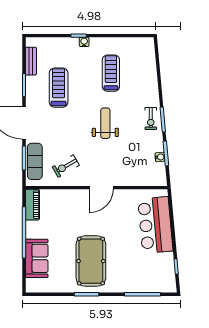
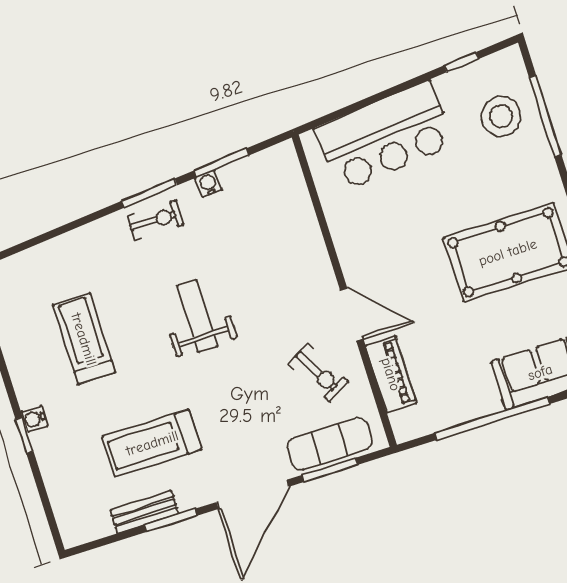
bench: (31, 61) -> (144, 512), moved
treadmill: (111, 73) -> (84, 339), turned 90
weight bench: (105, 123) -> (197, 316), turned 90
water cooler: (160, 157) -> (208, 184), moved
door: (101, 188) -> (352, 314), moved
piano: (32, 205) -> (391, 374), moved, turned 90
stool: (148, 276) -> (501, 116), added

